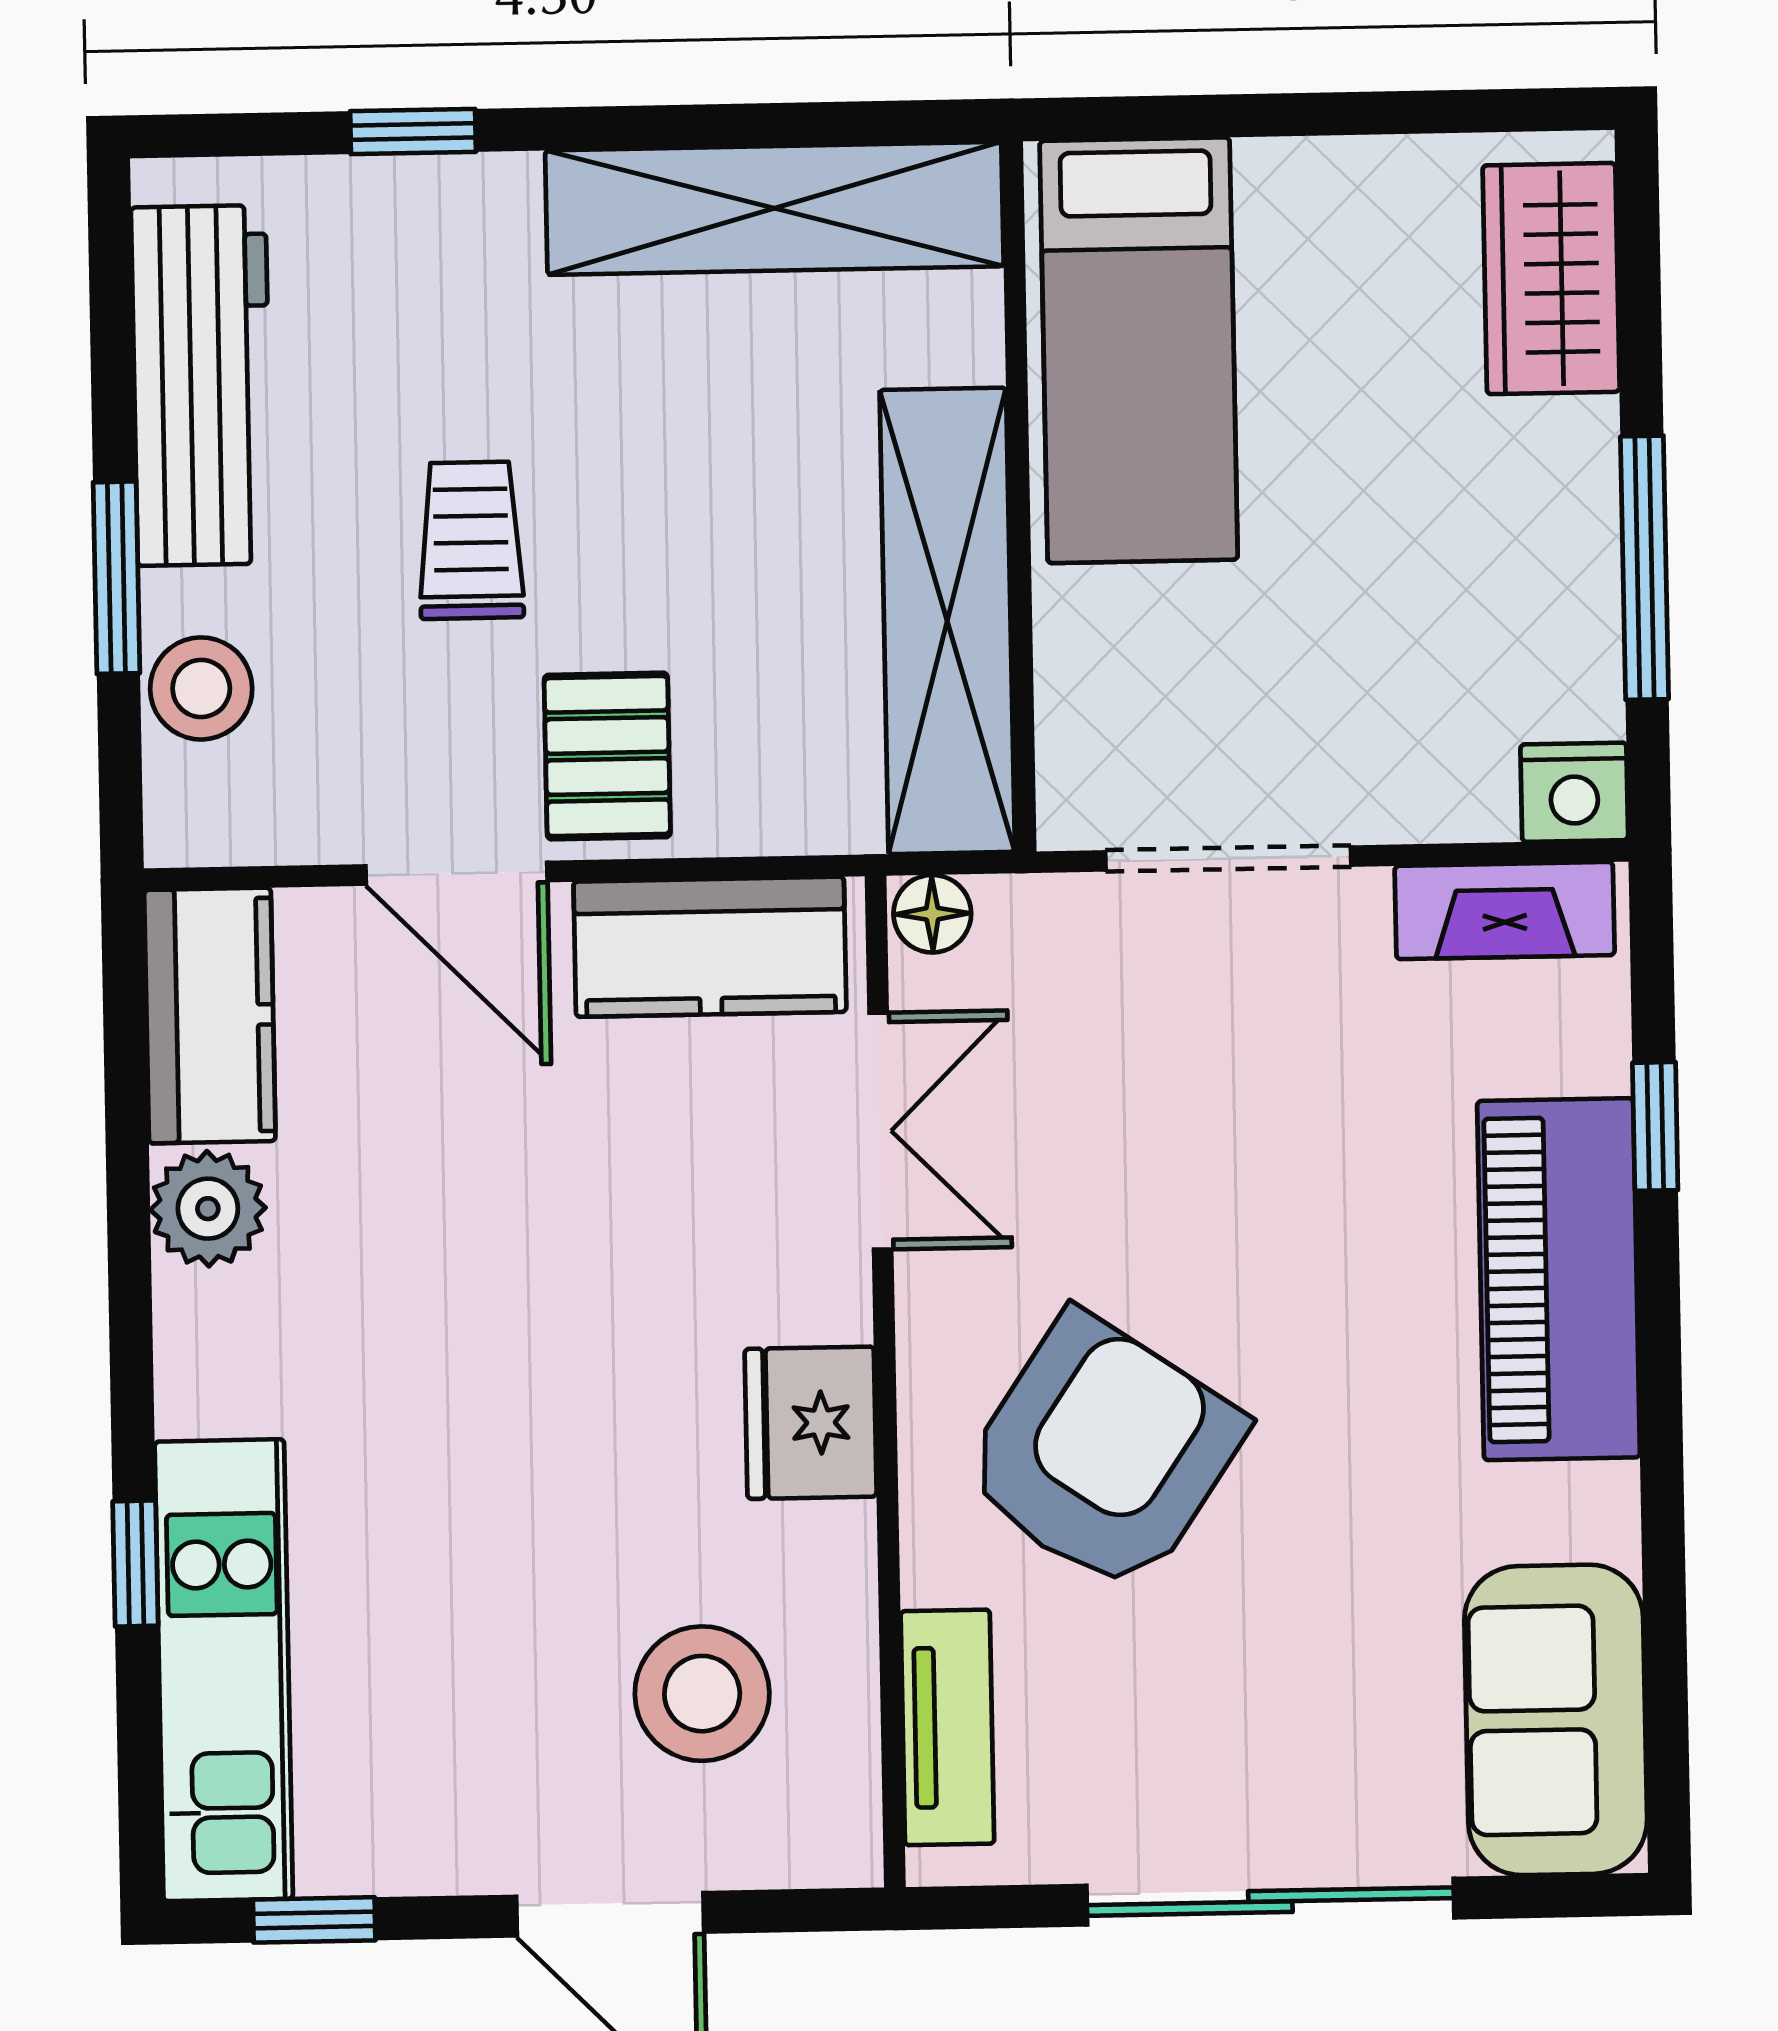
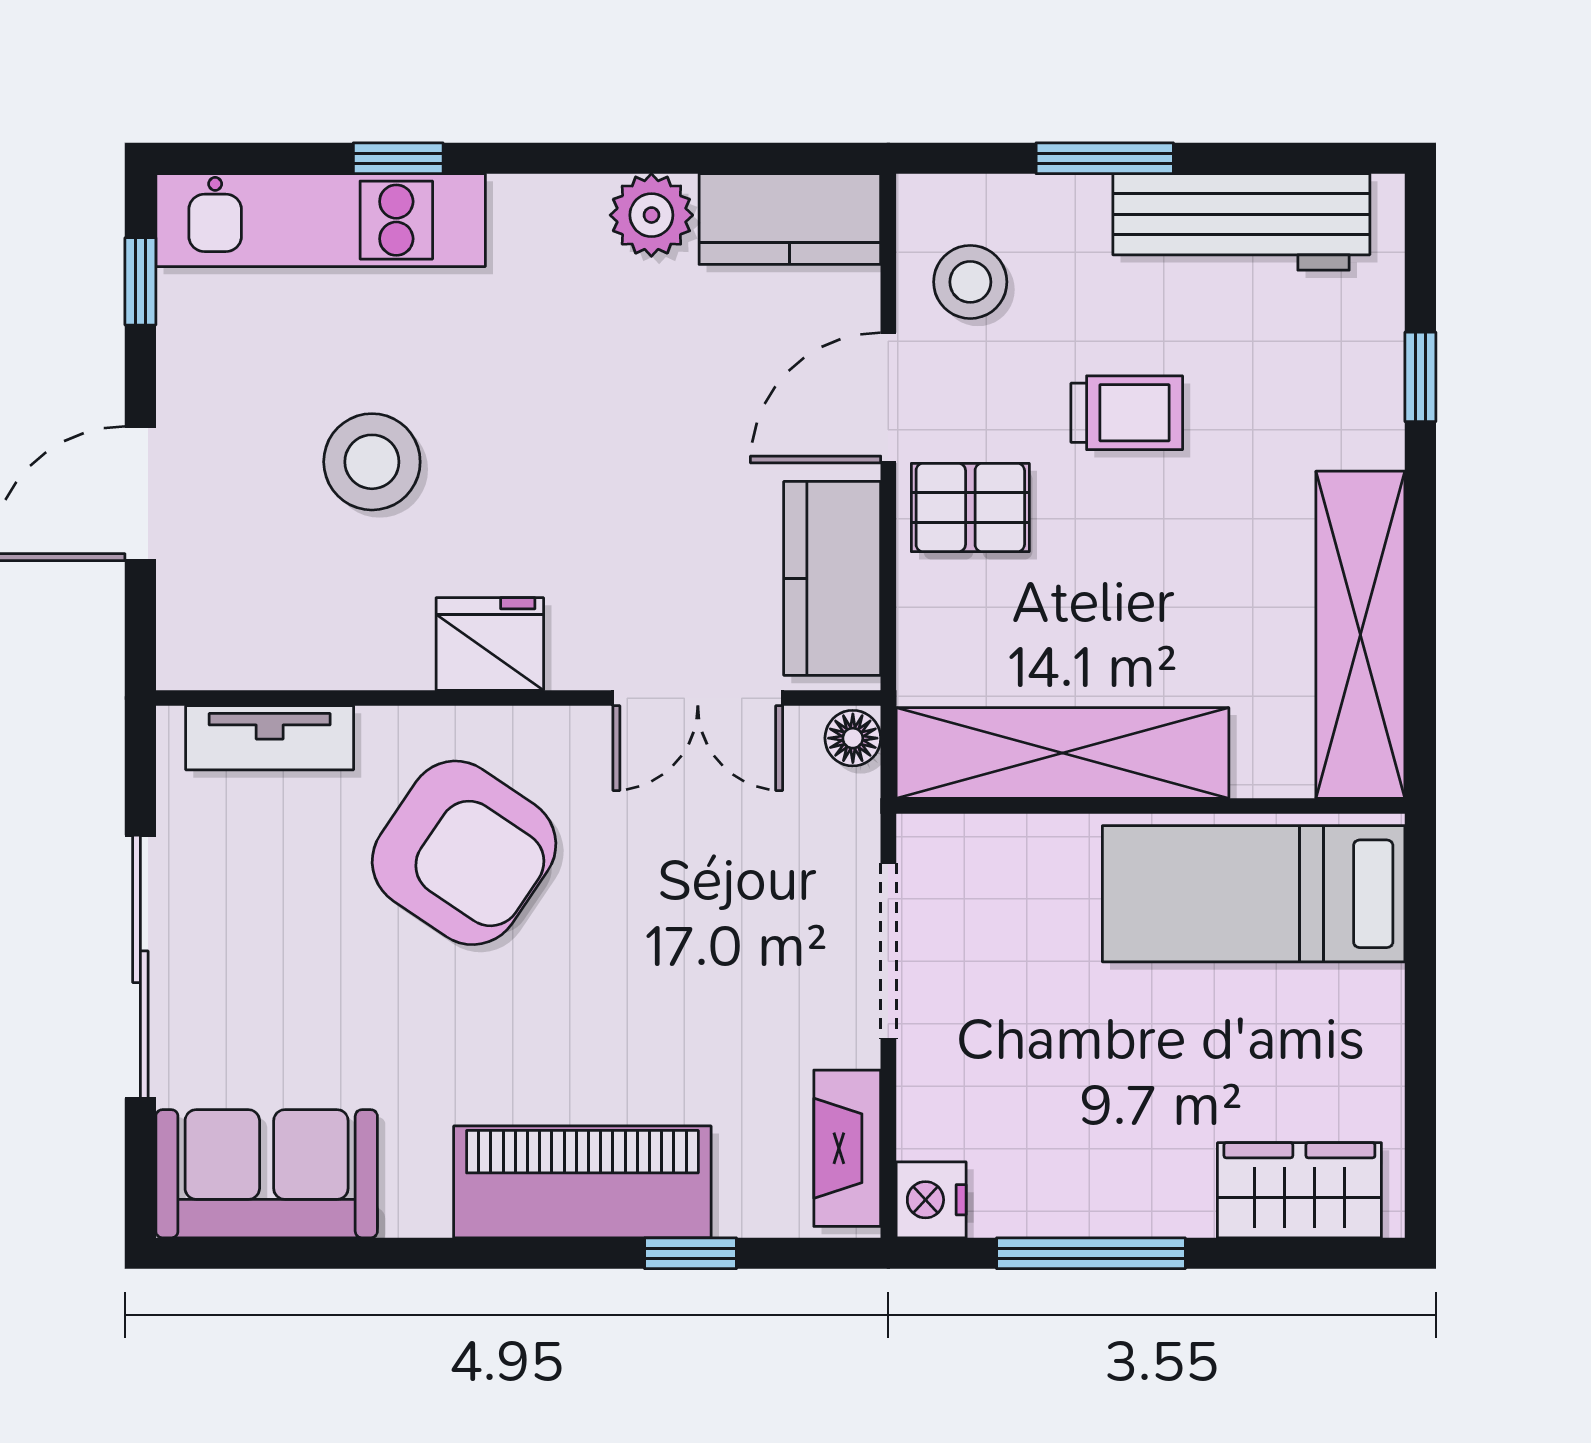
stool: (201, 688) -> (970, 282), moved
stool: (702, 1694) -> (372, 462), moved

